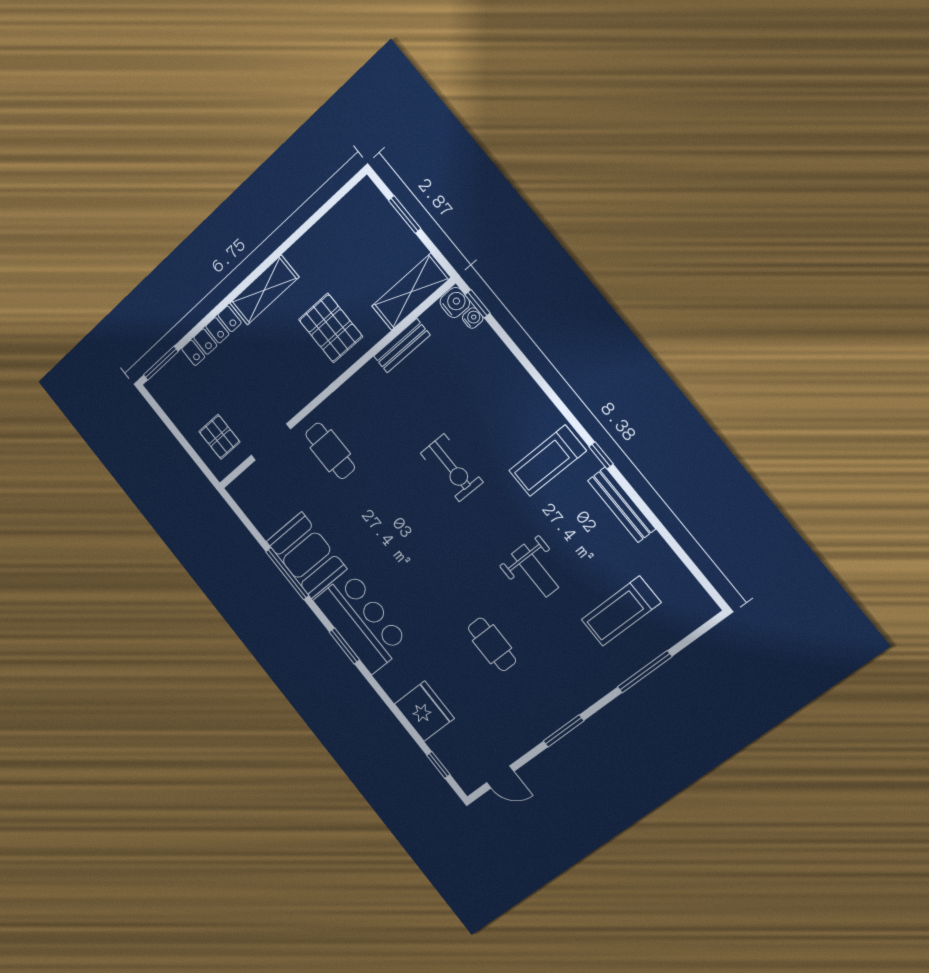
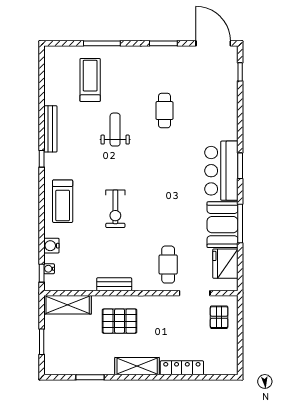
water cooler: (455, 302) -> (51, 246), moved
pallet: (331, 328) -> (120, 321), turned 90
bench: (402, 346) -> (114, 284), moved
window: (161, 363) -> (90, 377), moved
treadmill: (547, 461) -> (63, 201), moved, turned 90
exercise bike: (452, 468) -> (115, 209), turned 180
treadmill: (621, 611) -> (90, 80), turned -90
fridge: (424, 711) -> (225, 264), moved
door: (500, 777) -> (213, 43), width x1.87

